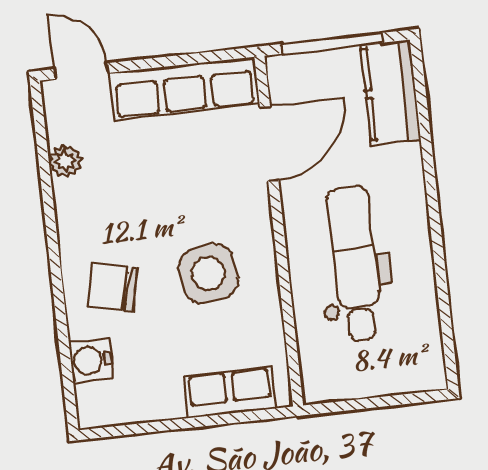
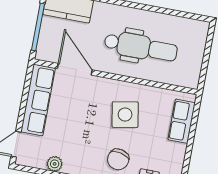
dental chair: (355, 264) -> (141, 47), turned 180

